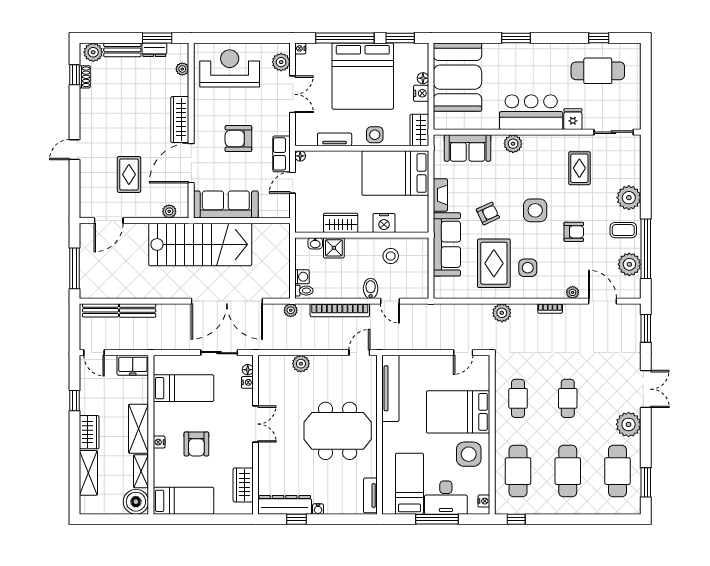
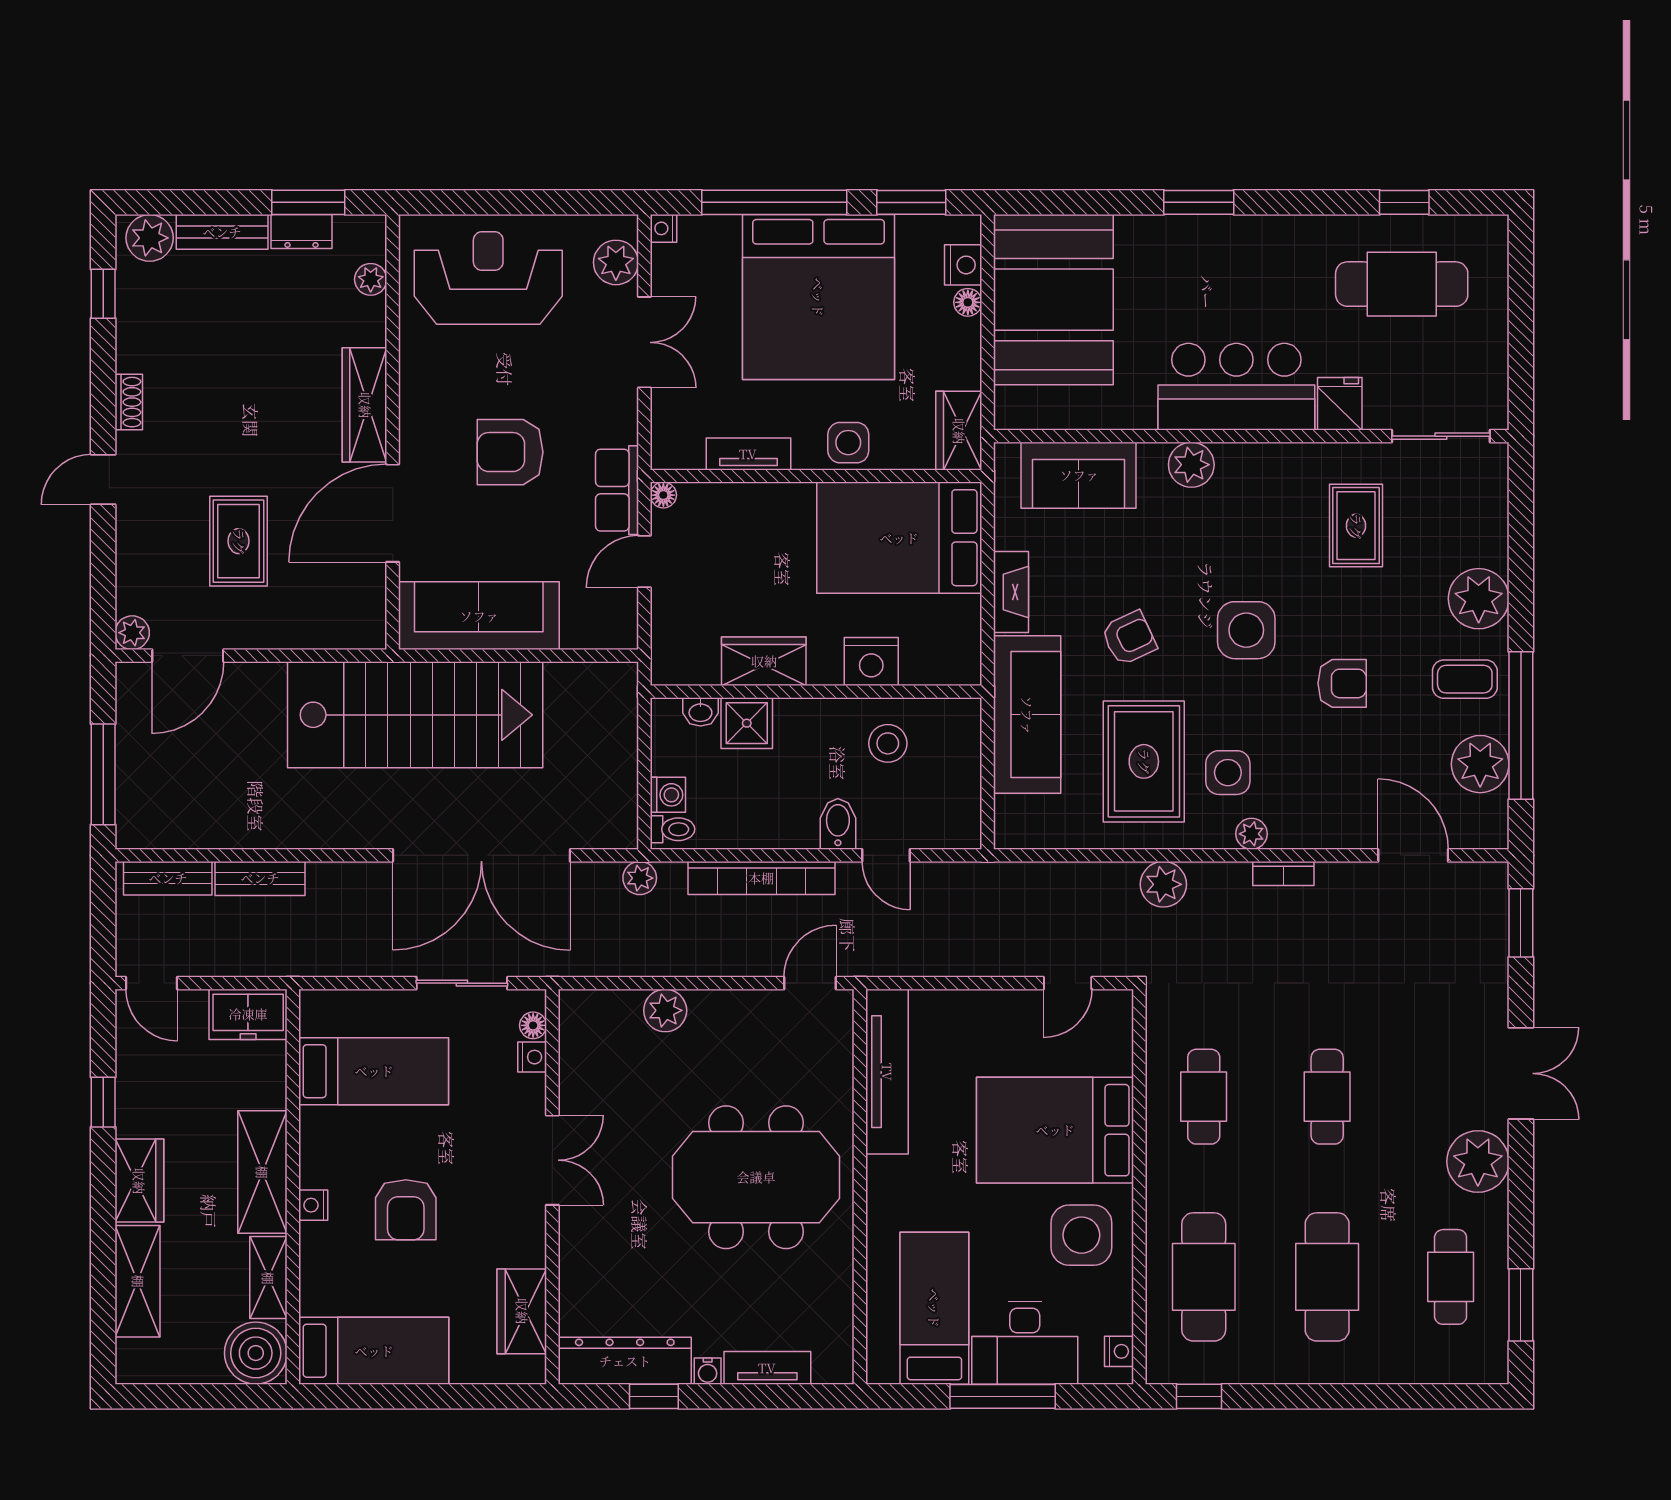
shoe rack: (85, 77) -> (129, 402), moved
nightstand: (421, 93) -> (963, 265), moved
plant: (169, 211) -> (132, 633), moved
plant: (573, 292) -> (1252, 834), moved
cafe table: (618, 471) -> (1451, 1277), width x0.73, depth x0.74
tv unit: (370, 495) -> (767, 1368), moved, turned 90

